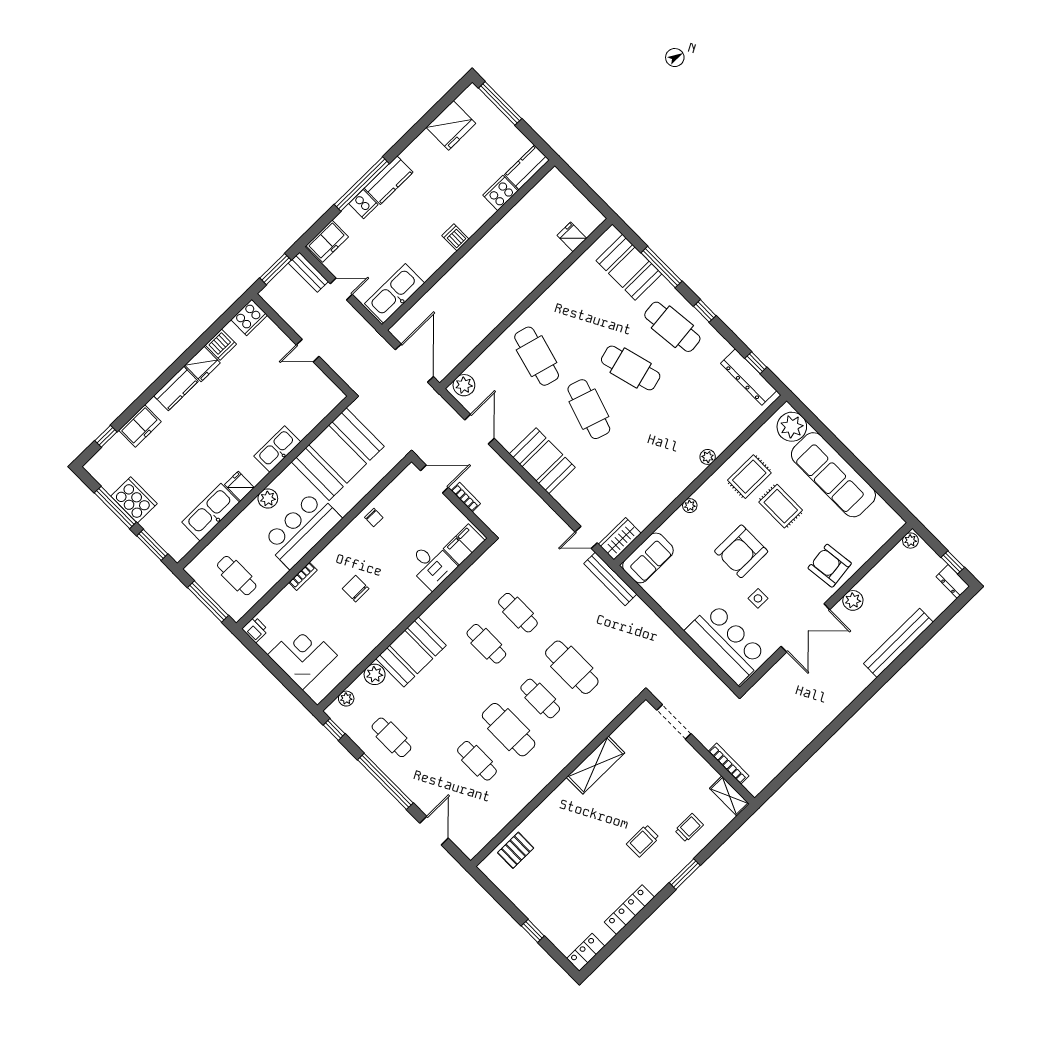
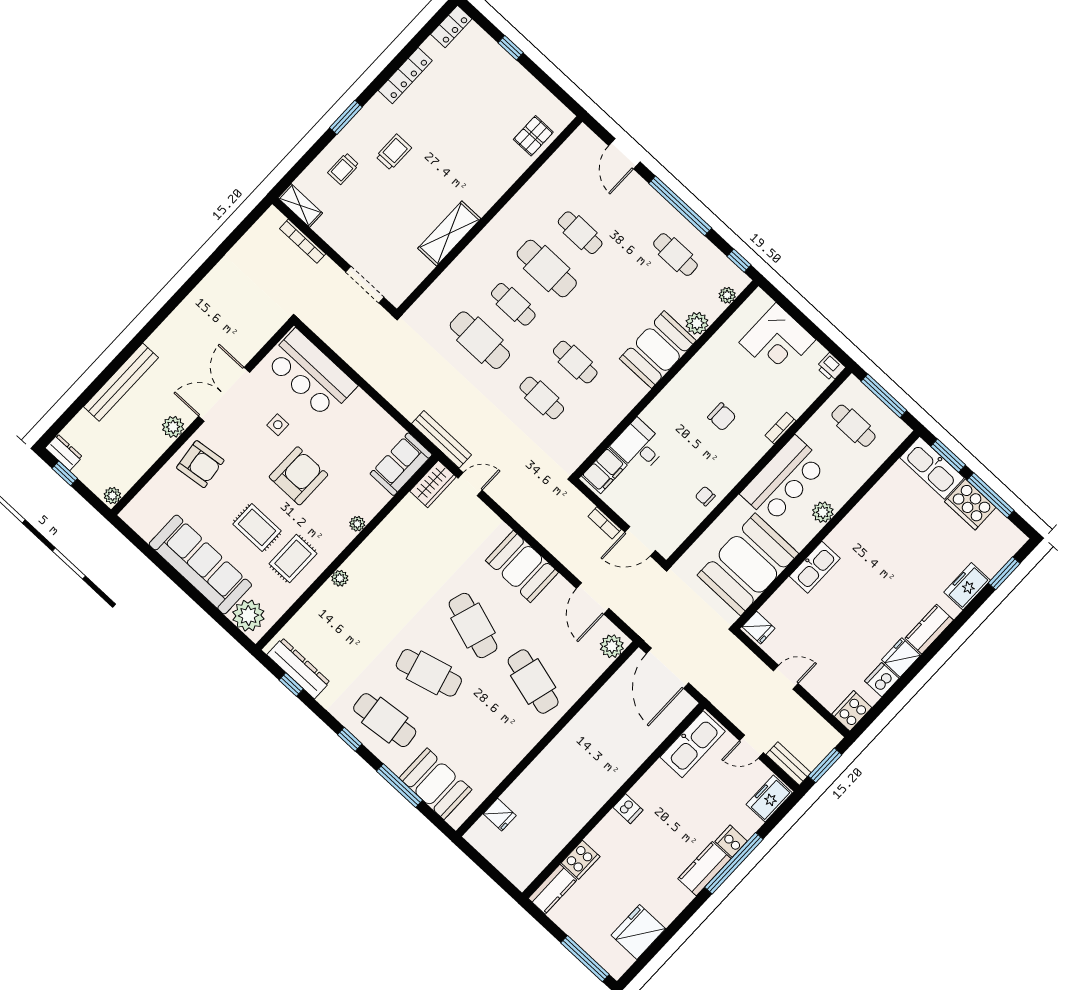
window: (106, 436) -> (1004, 573), width x1.50
fridge: (239, 486) -> (759, 628), moved
kitchen sink: (211, 512) -> (932, 468), moved, turned 90

